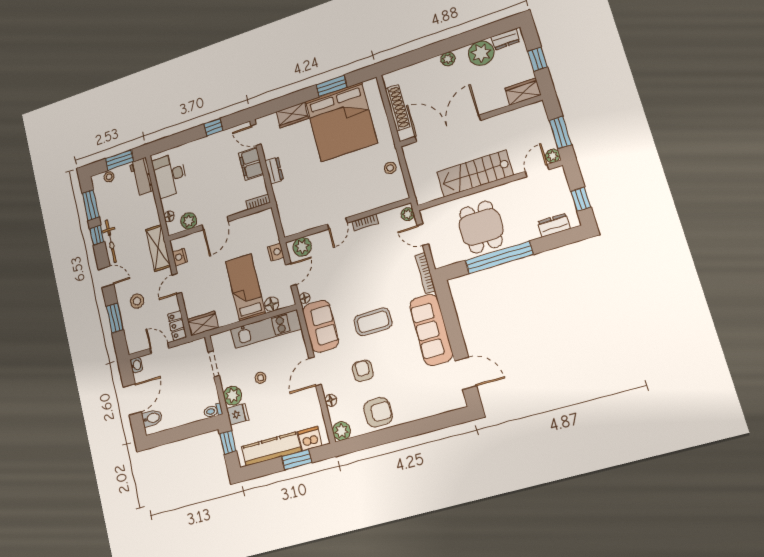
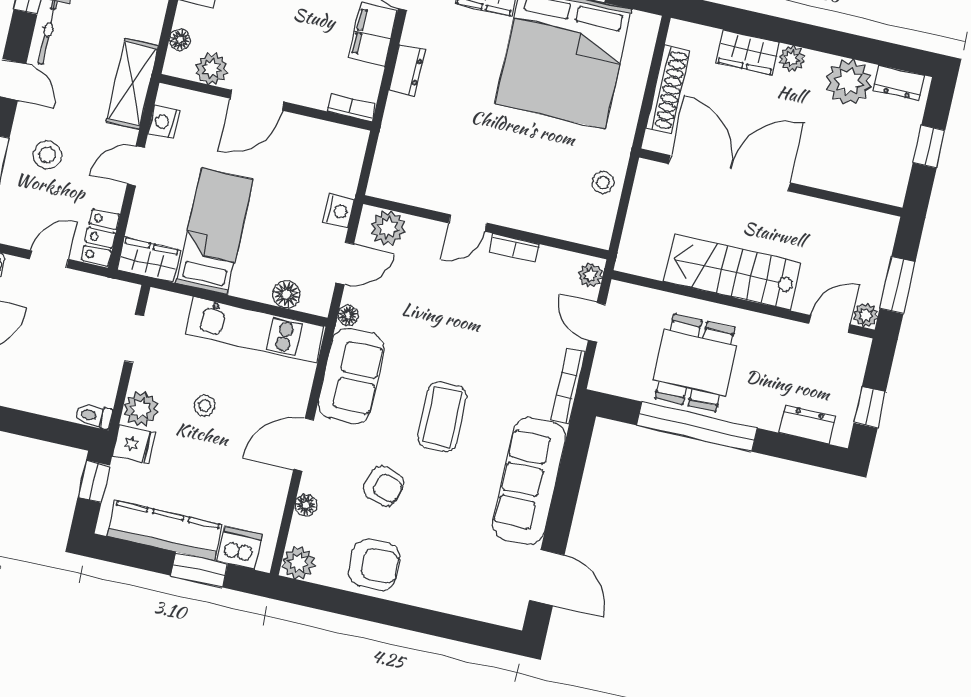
wardrobe: (523, 92) -> (748, 52), moved, turned 180
bed: (245, 287) -> (214, 231), moved
coffee table: (373, 322) -> (442, 417), turned 90
door: (159, 348) -> (49, 259), hinge flipped
armchair: (363, 371) -> (384, 486), turned 107

